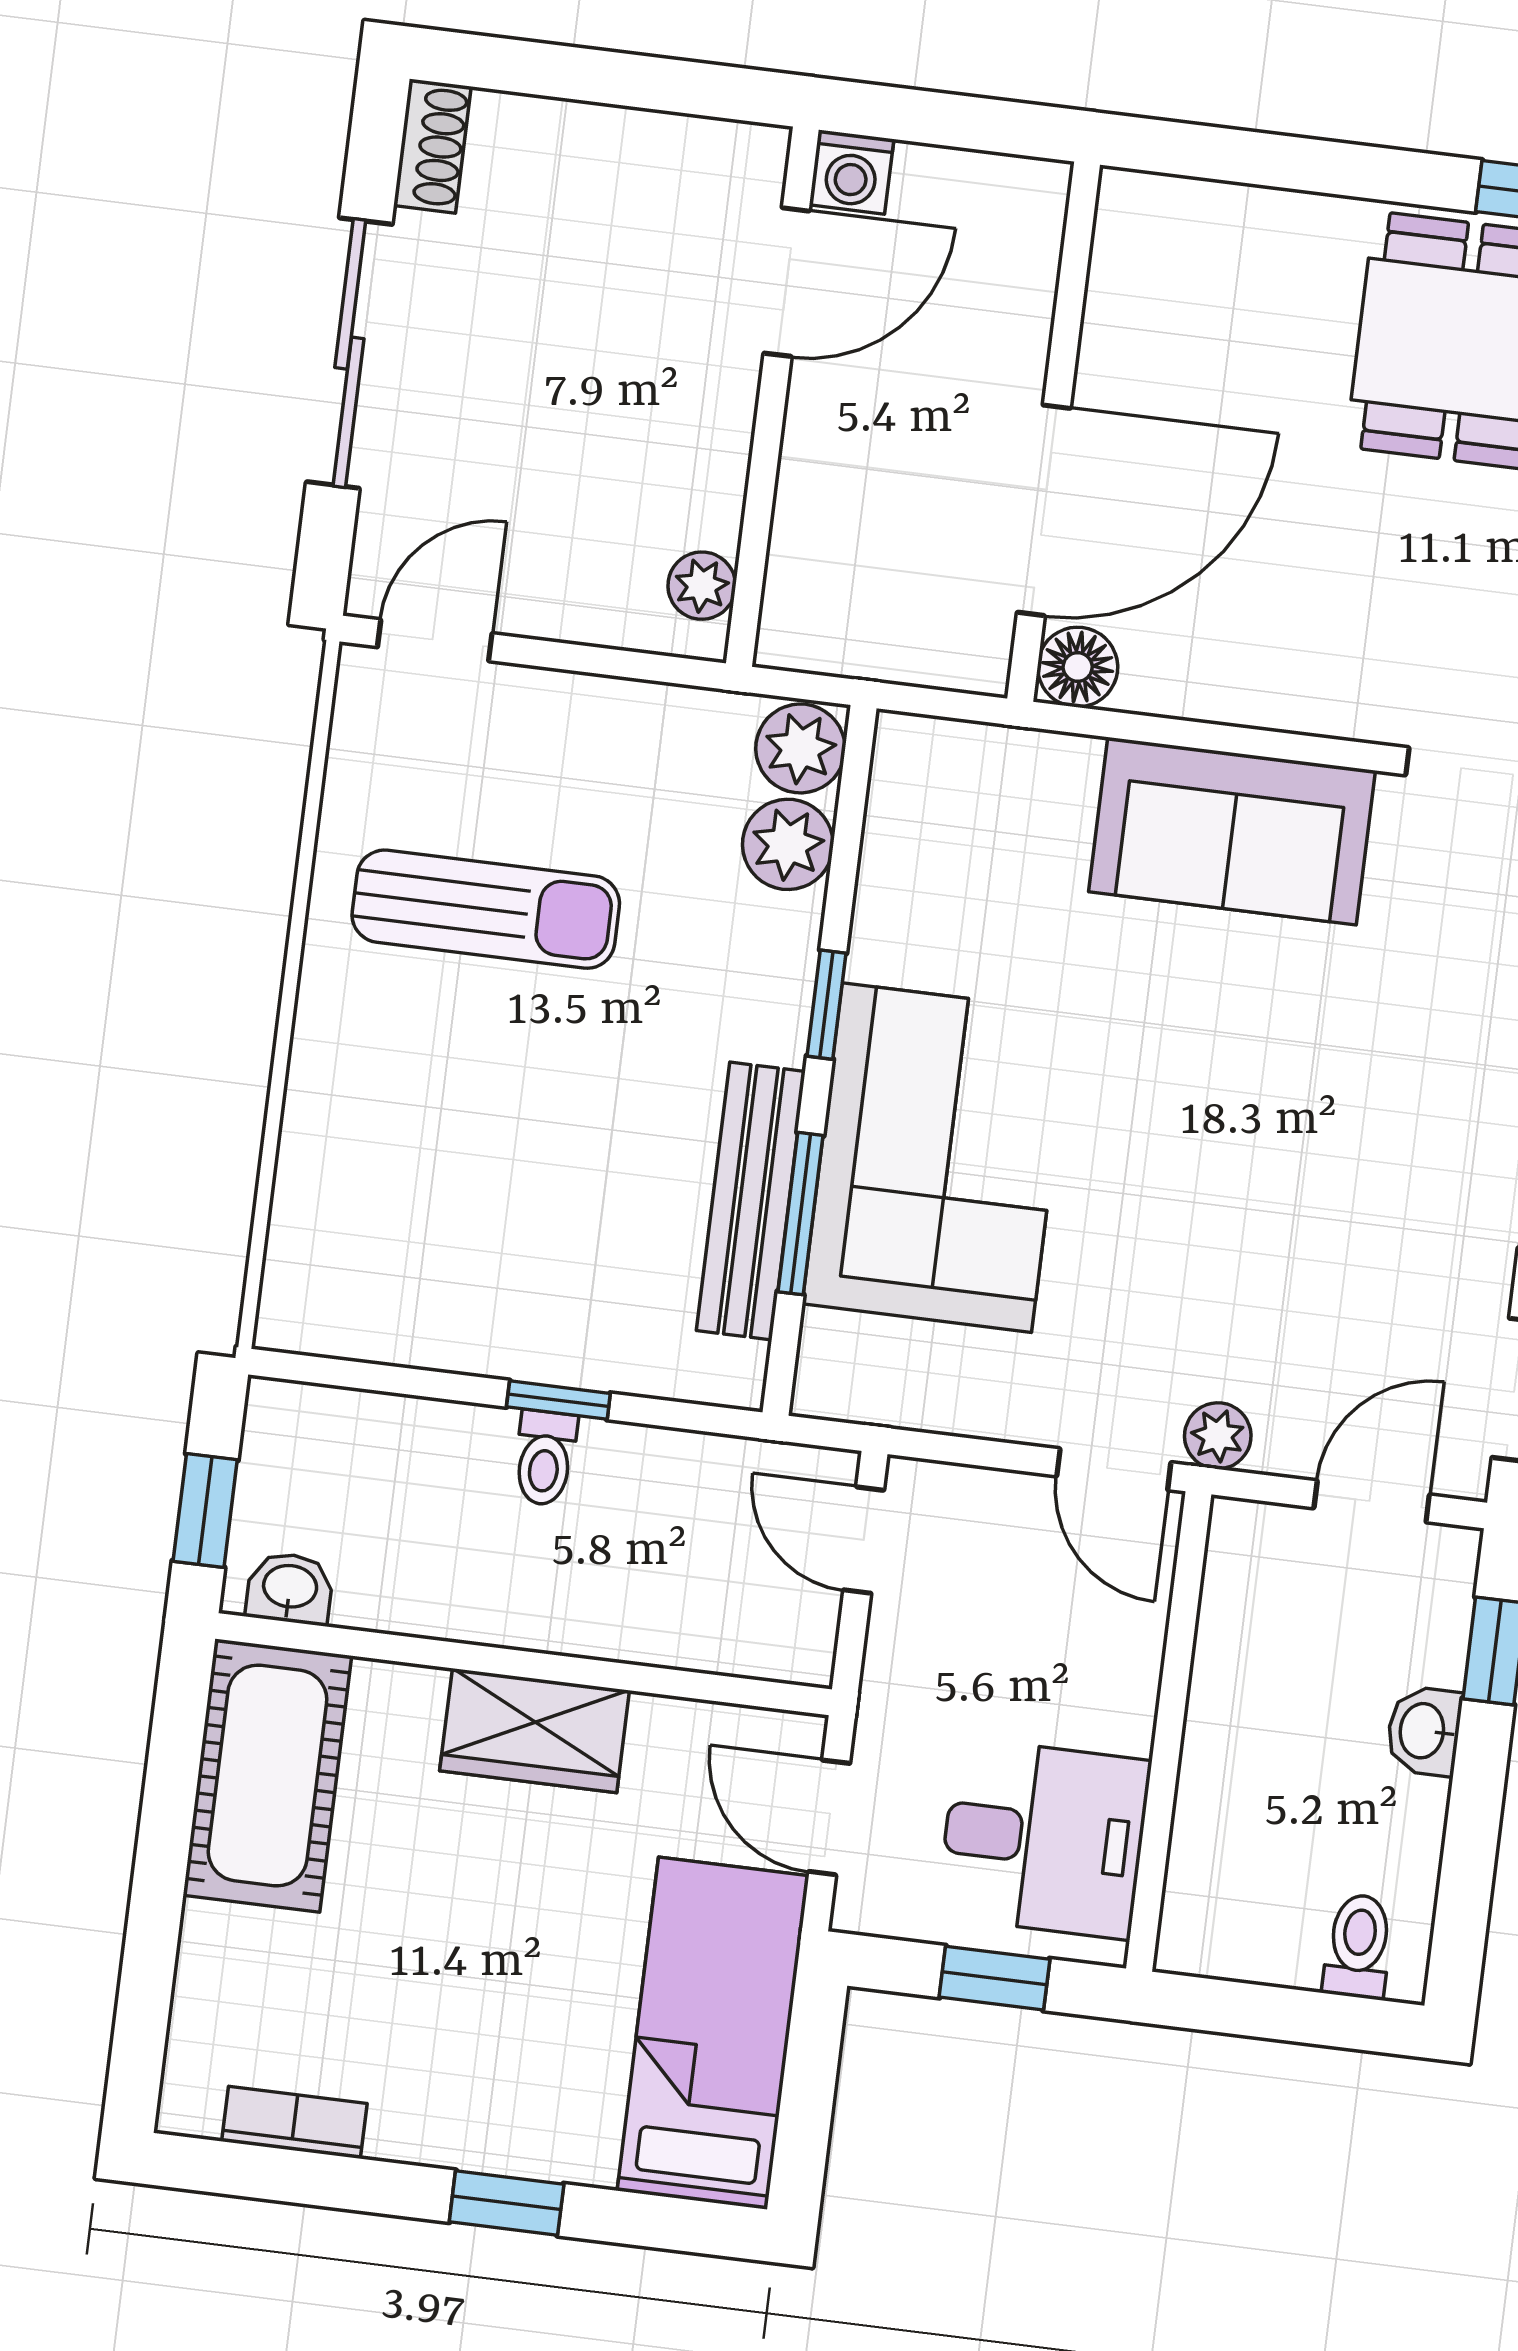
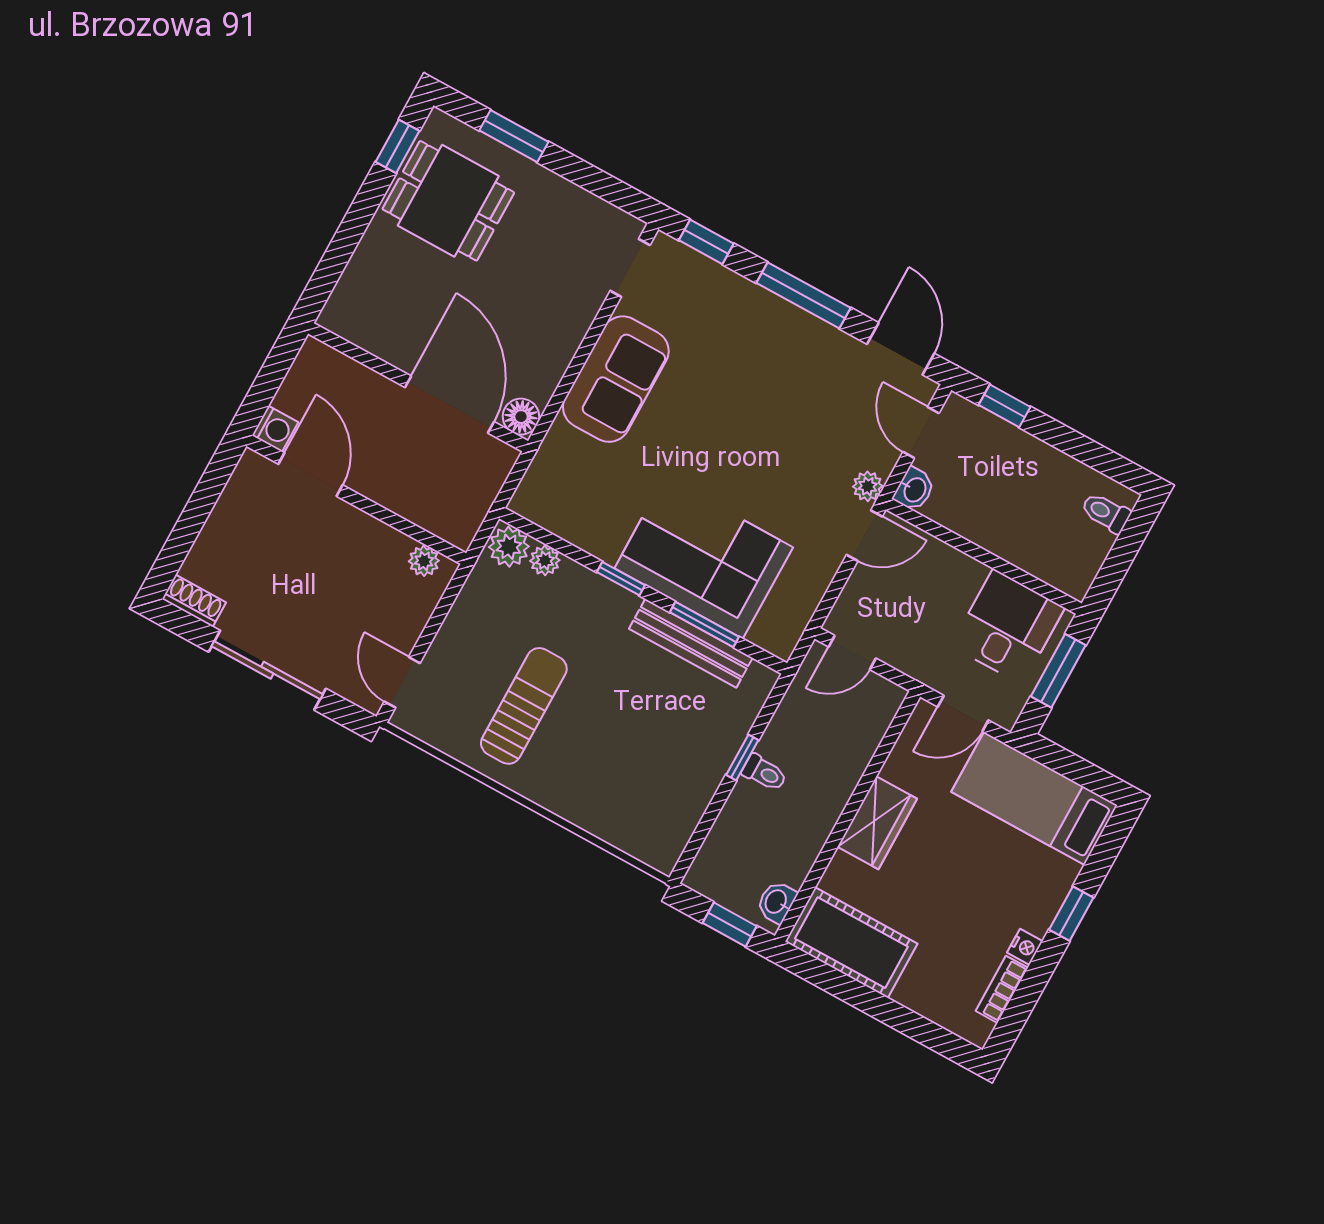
plant: (788, 844) -> (545, 560), width x0.73, depth x0.73
washbasin: (1424, 1731) -> (914, 489), moved, turned -90
window: (995, 1978) -> (1058, 671), width x1.50
nightstand: (401, 2135) -> (1025, 947), added

